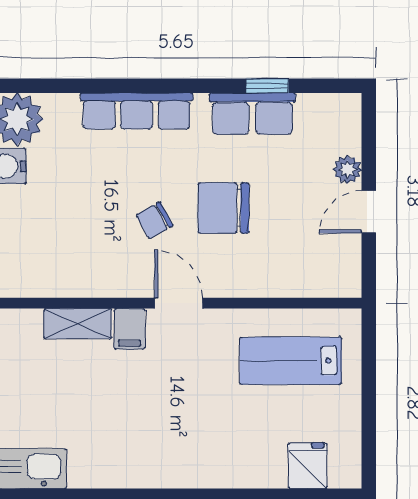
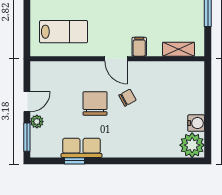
row of seats: (137, 111) -> (136, 149), removed
window: (369, 136) -> (27, 137), added
chair: (223, 208) -> (95, 103), turned -90
shelving: (78, 324) -> (179, 49), moved

